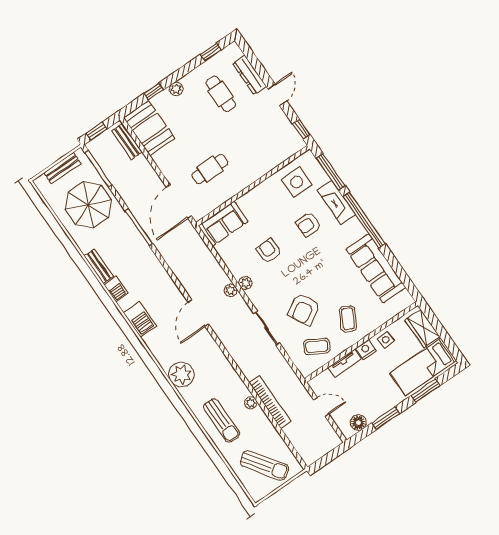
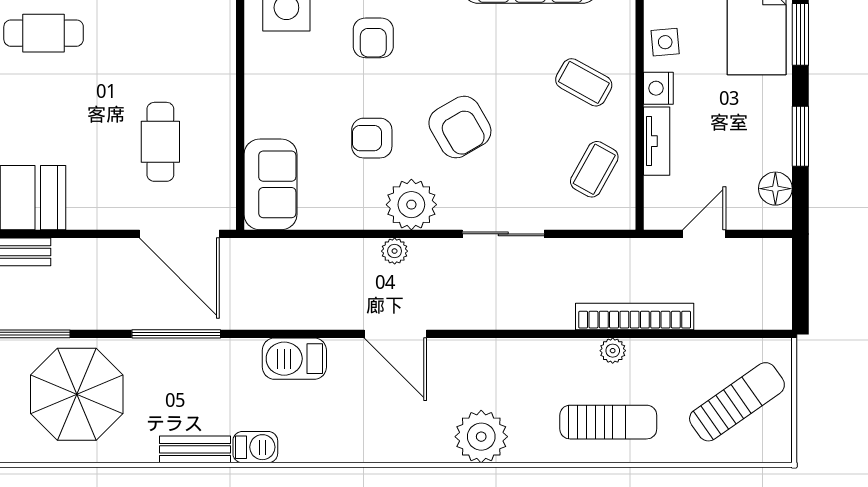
plant: (246, 283) -> (411, 205), width x1.88, depth x1.88
armchair: (304, 309) -> (460, 127), moved
barbecue: (140, 319) -> (294, 359), moved, turned 180

